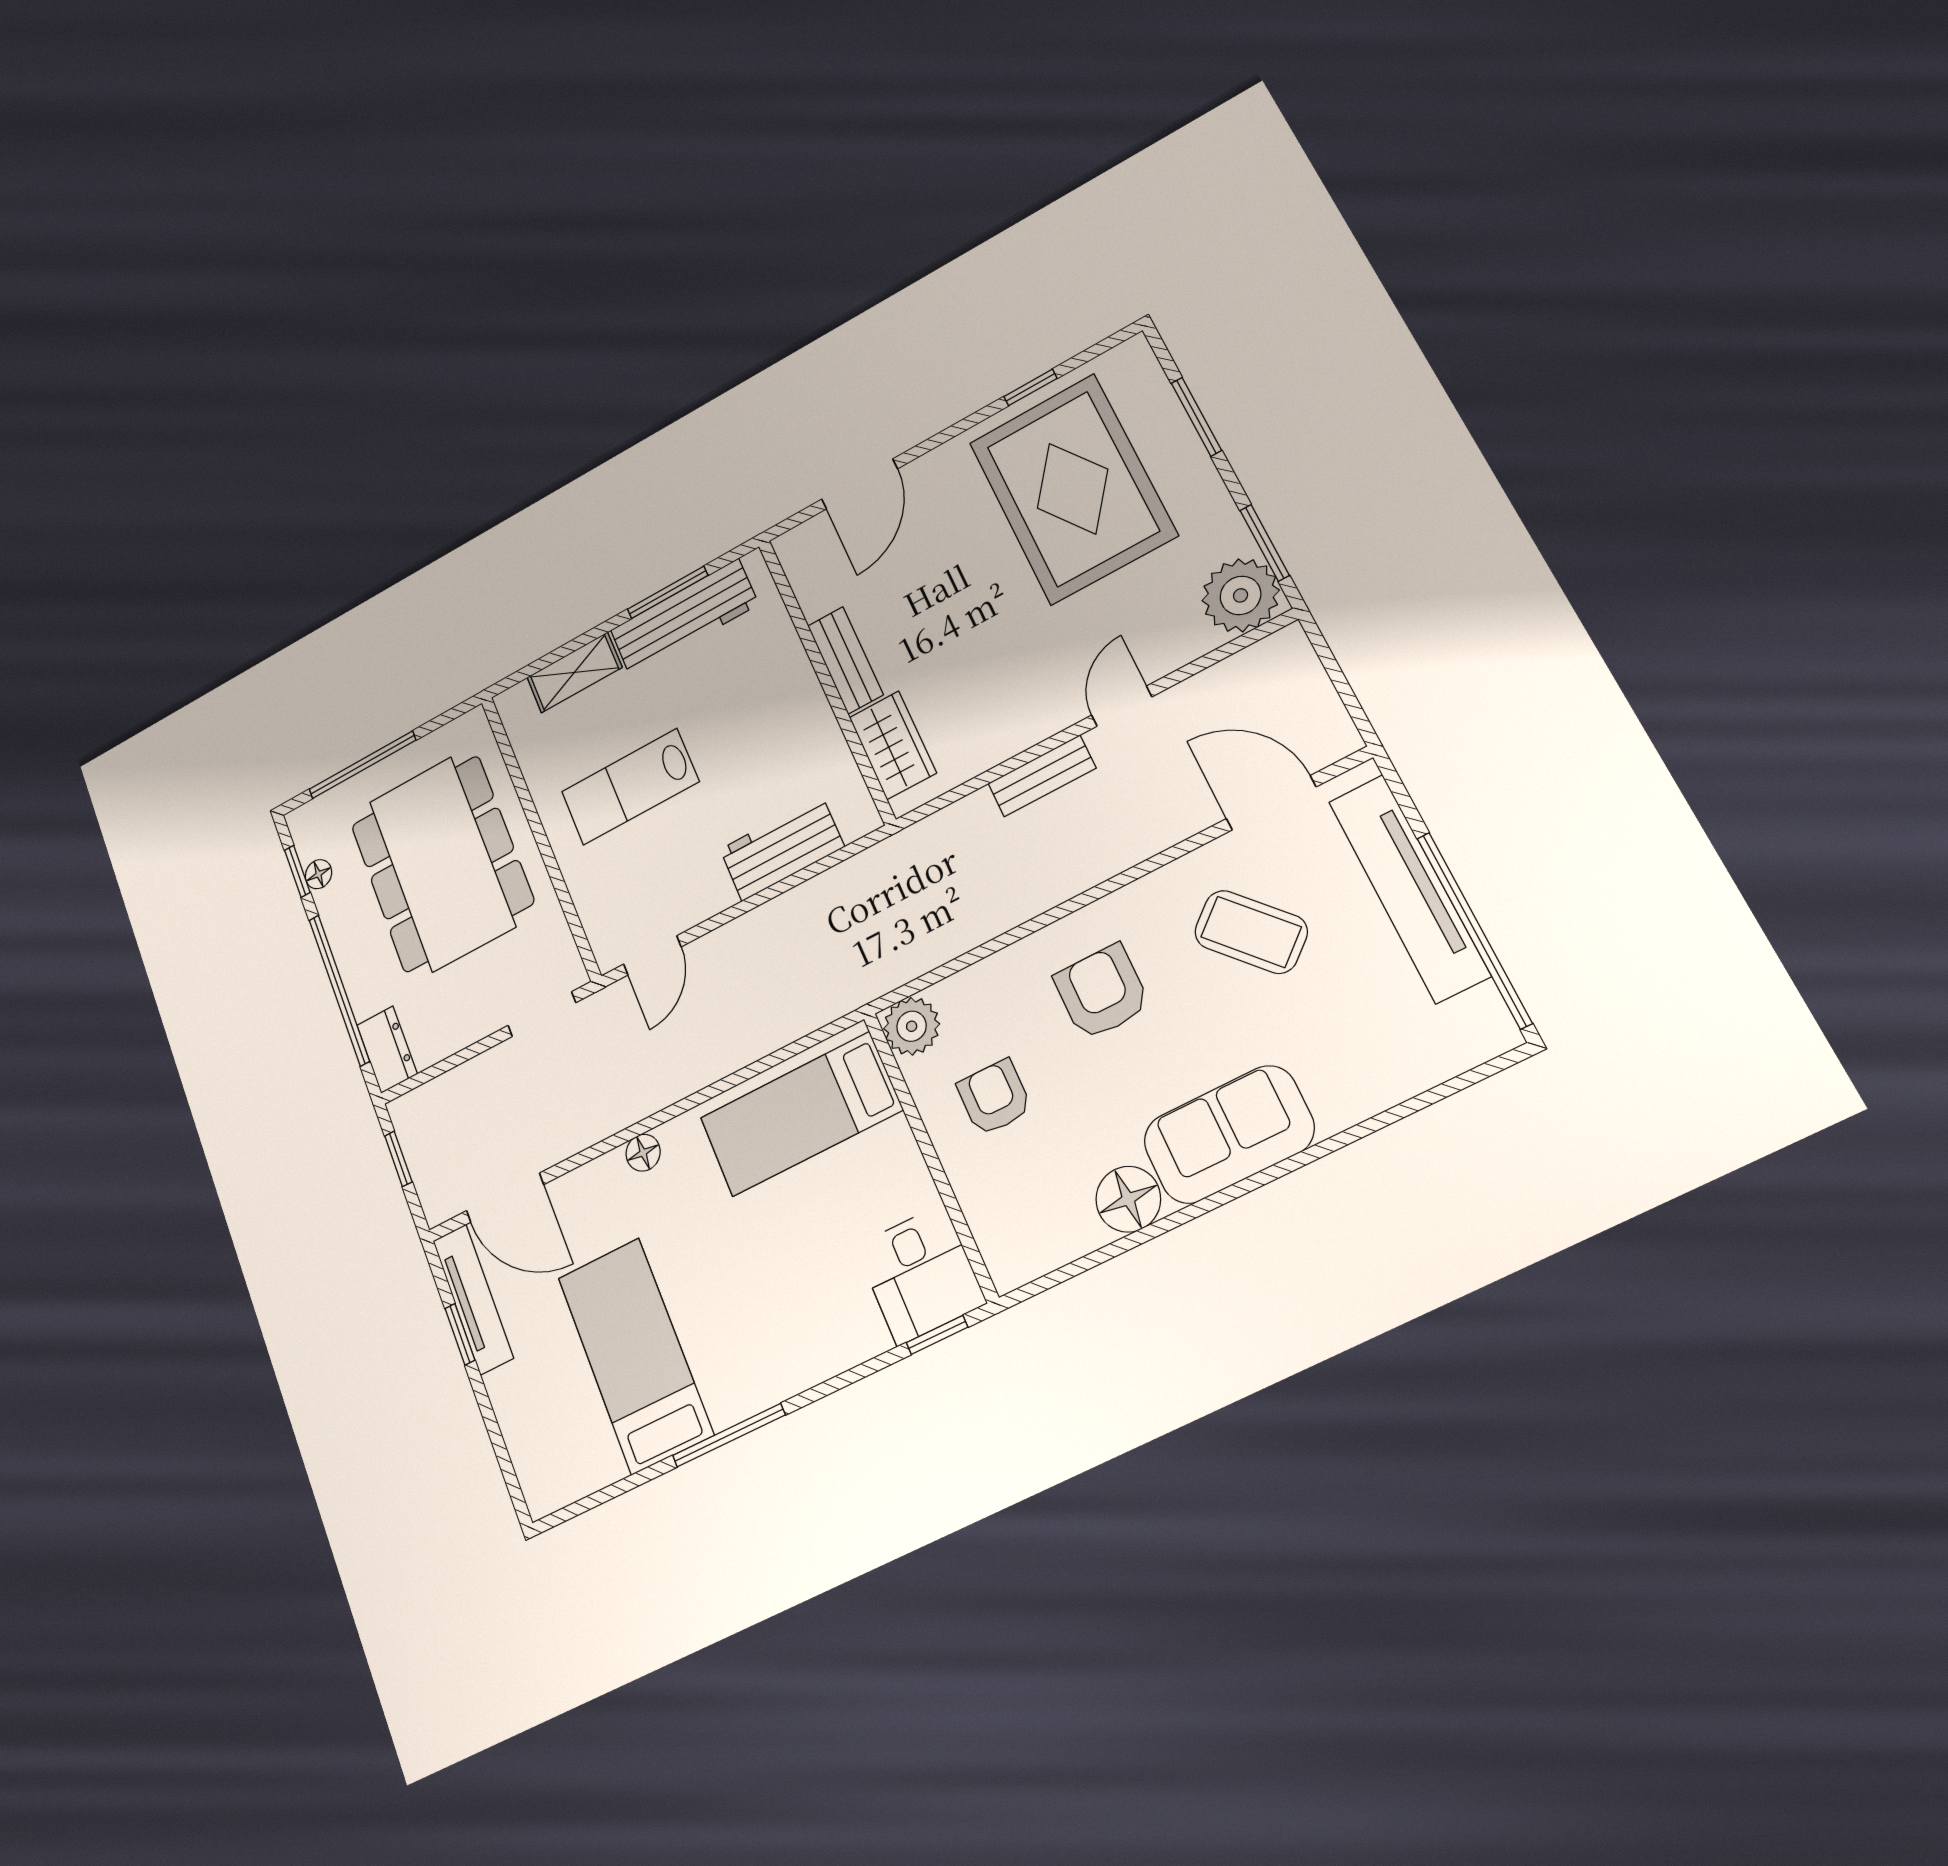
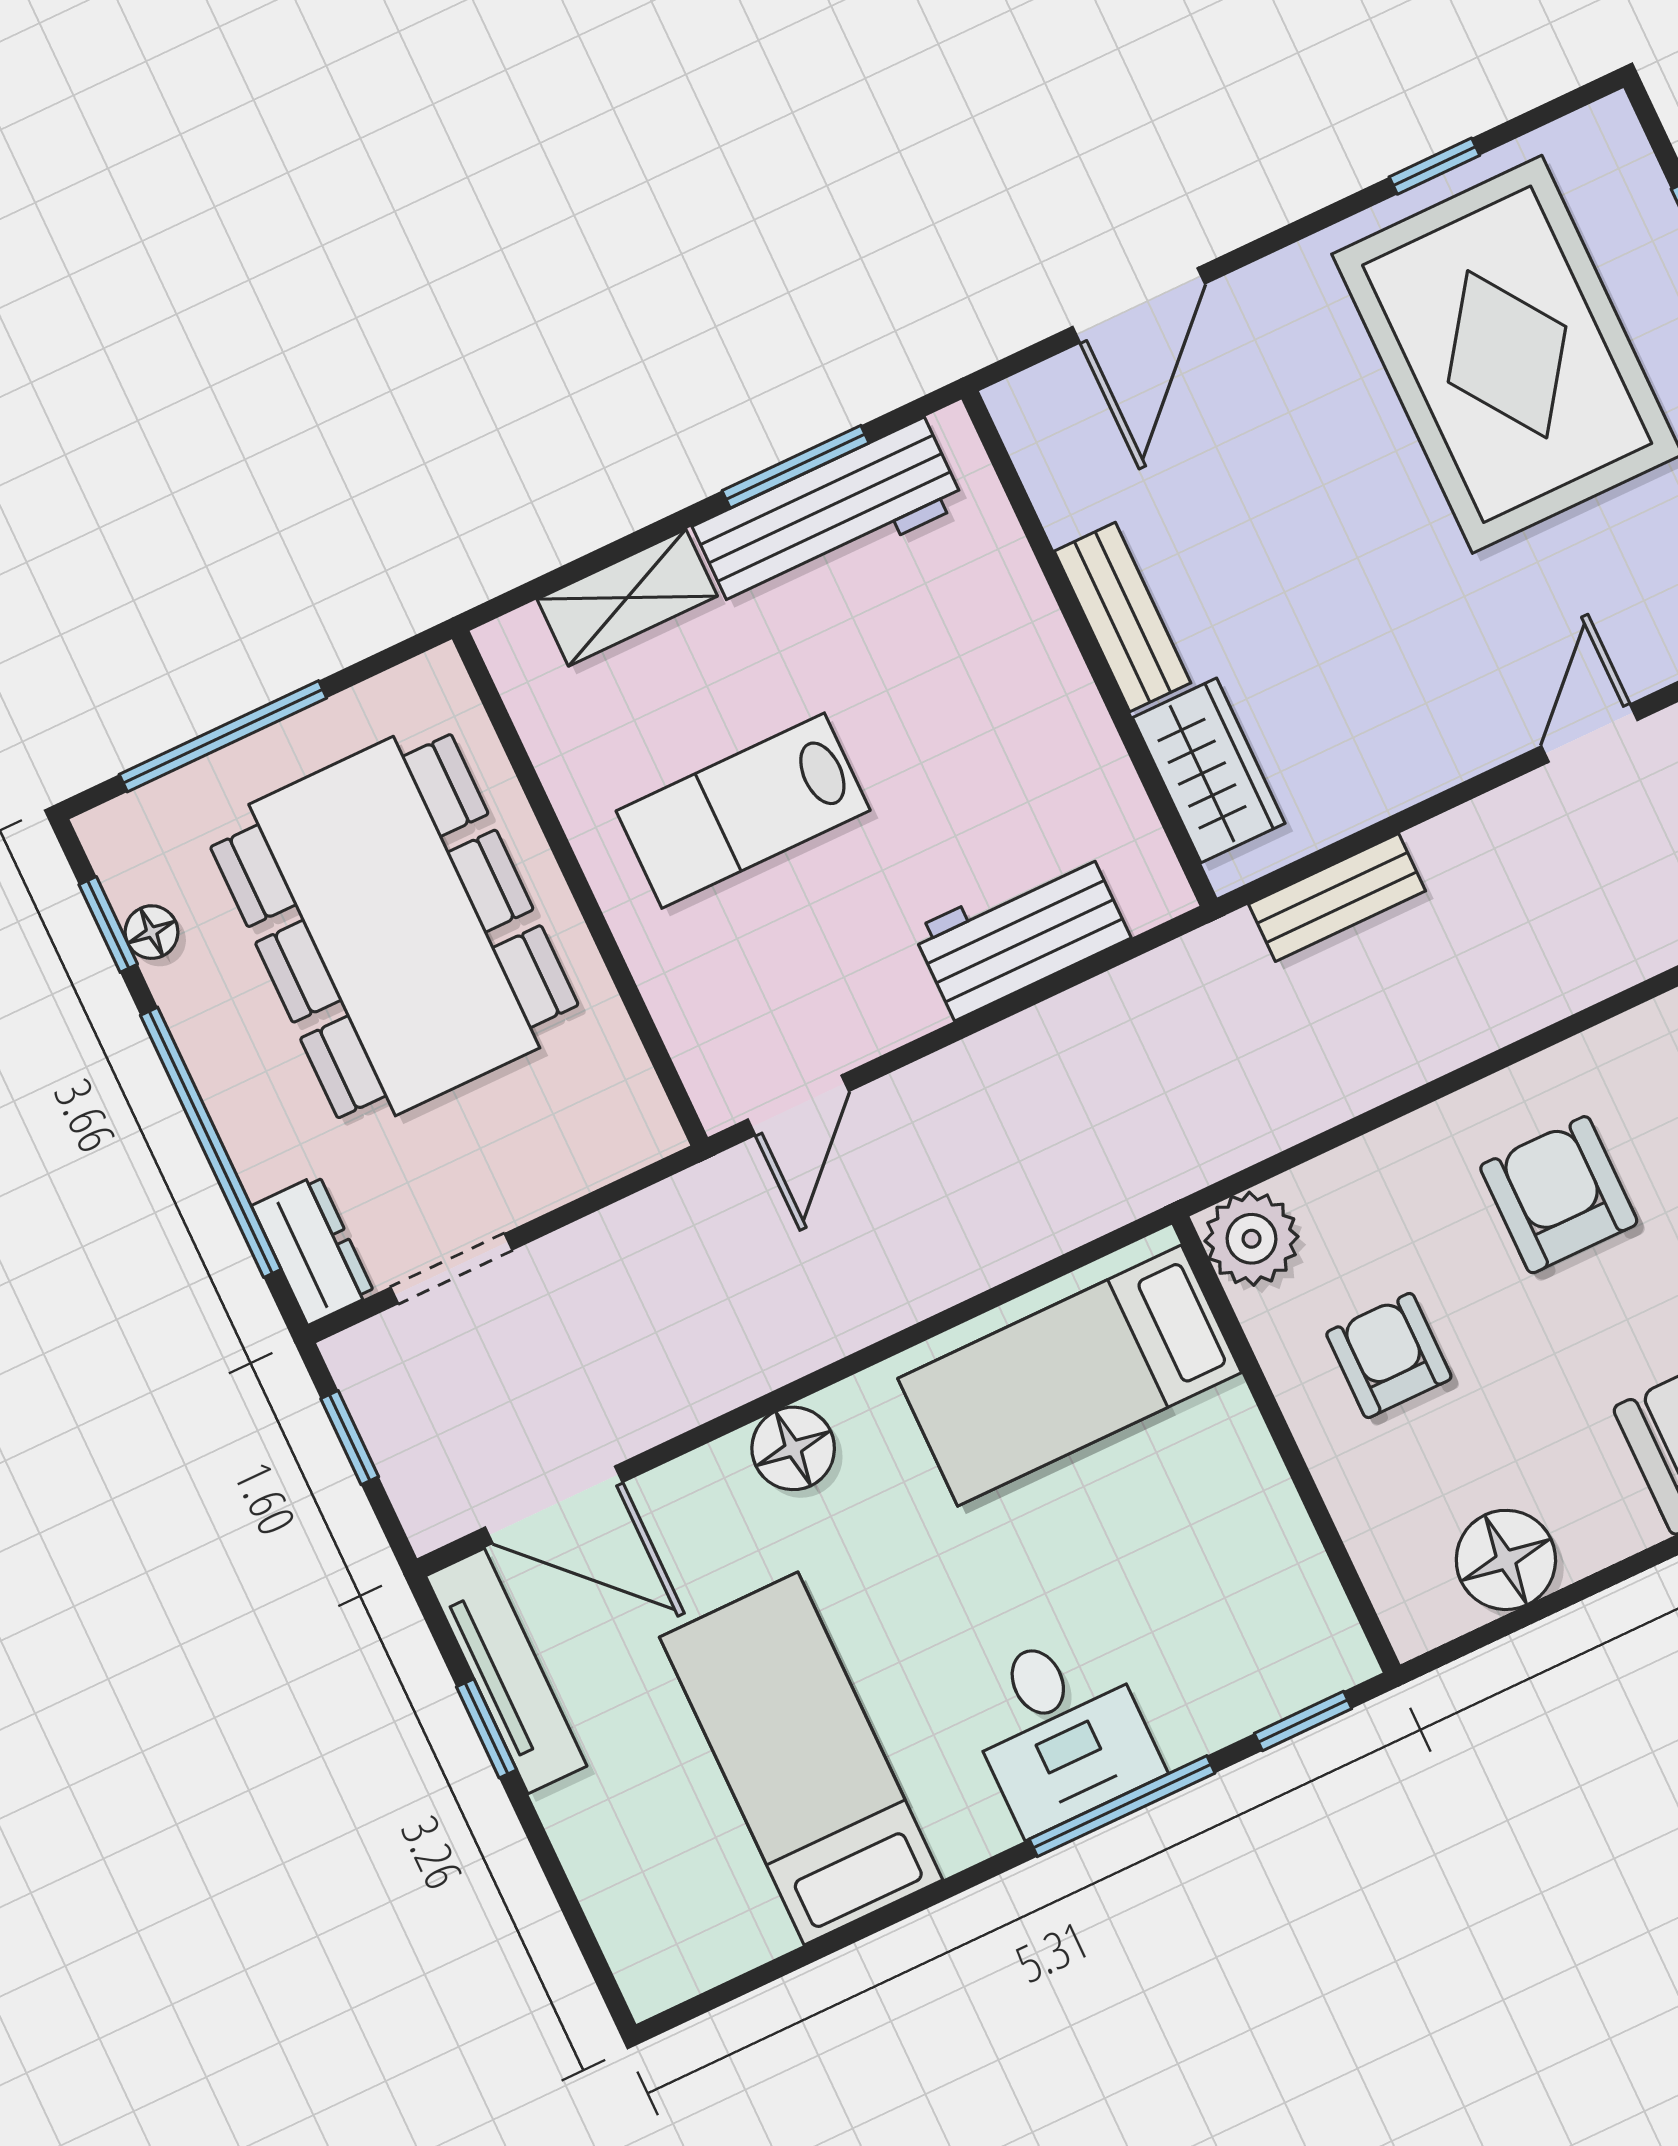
bench: (1042, 776) -> (1337, 898), moved
doorway: (542, 1014) -> (451, 1269), moved
floor lamp: (643, 1153) -> (793, 1448), width x1.37, depth x1.37
floor lamp: (1128, 1199) -> (1506, 1560), moved
desk: (920, 1274) -> (1060, 1730), moved
window: (729, 1435) -> (1122, 1806), moved

